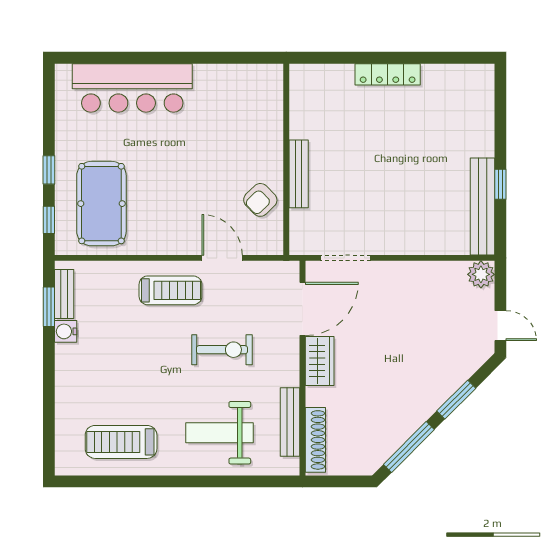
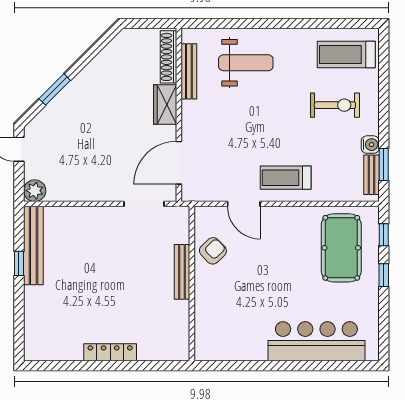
exercise bike: (222, 350) -> (335, 105), moved, turned 180
wardrobe: (320, 361) -> (165, 105), moved
treadmill: (121, 442) -> (346, 54), moved, turned 180
window: (409, 447) -> (93, 51), removed

